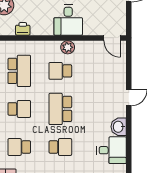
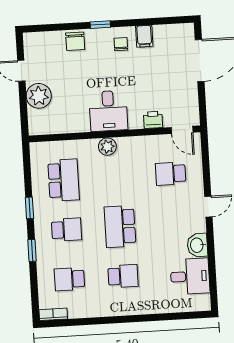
desk: (68, 20) -> (108, 111), moved
printer: (23, 29) -> (153, 120), moved
plant: (68, 47) -> (107, 147), moved
school desk: (60, 71) -> (171, 174), moved

